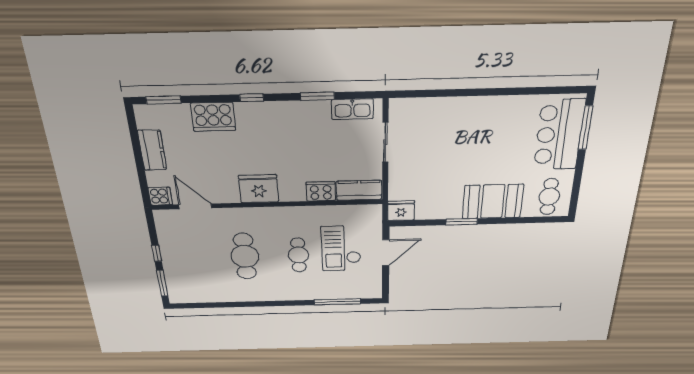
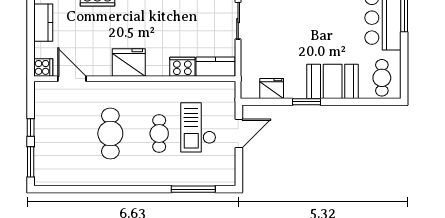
fridge: (401, 211) -> (272, 88), moved

